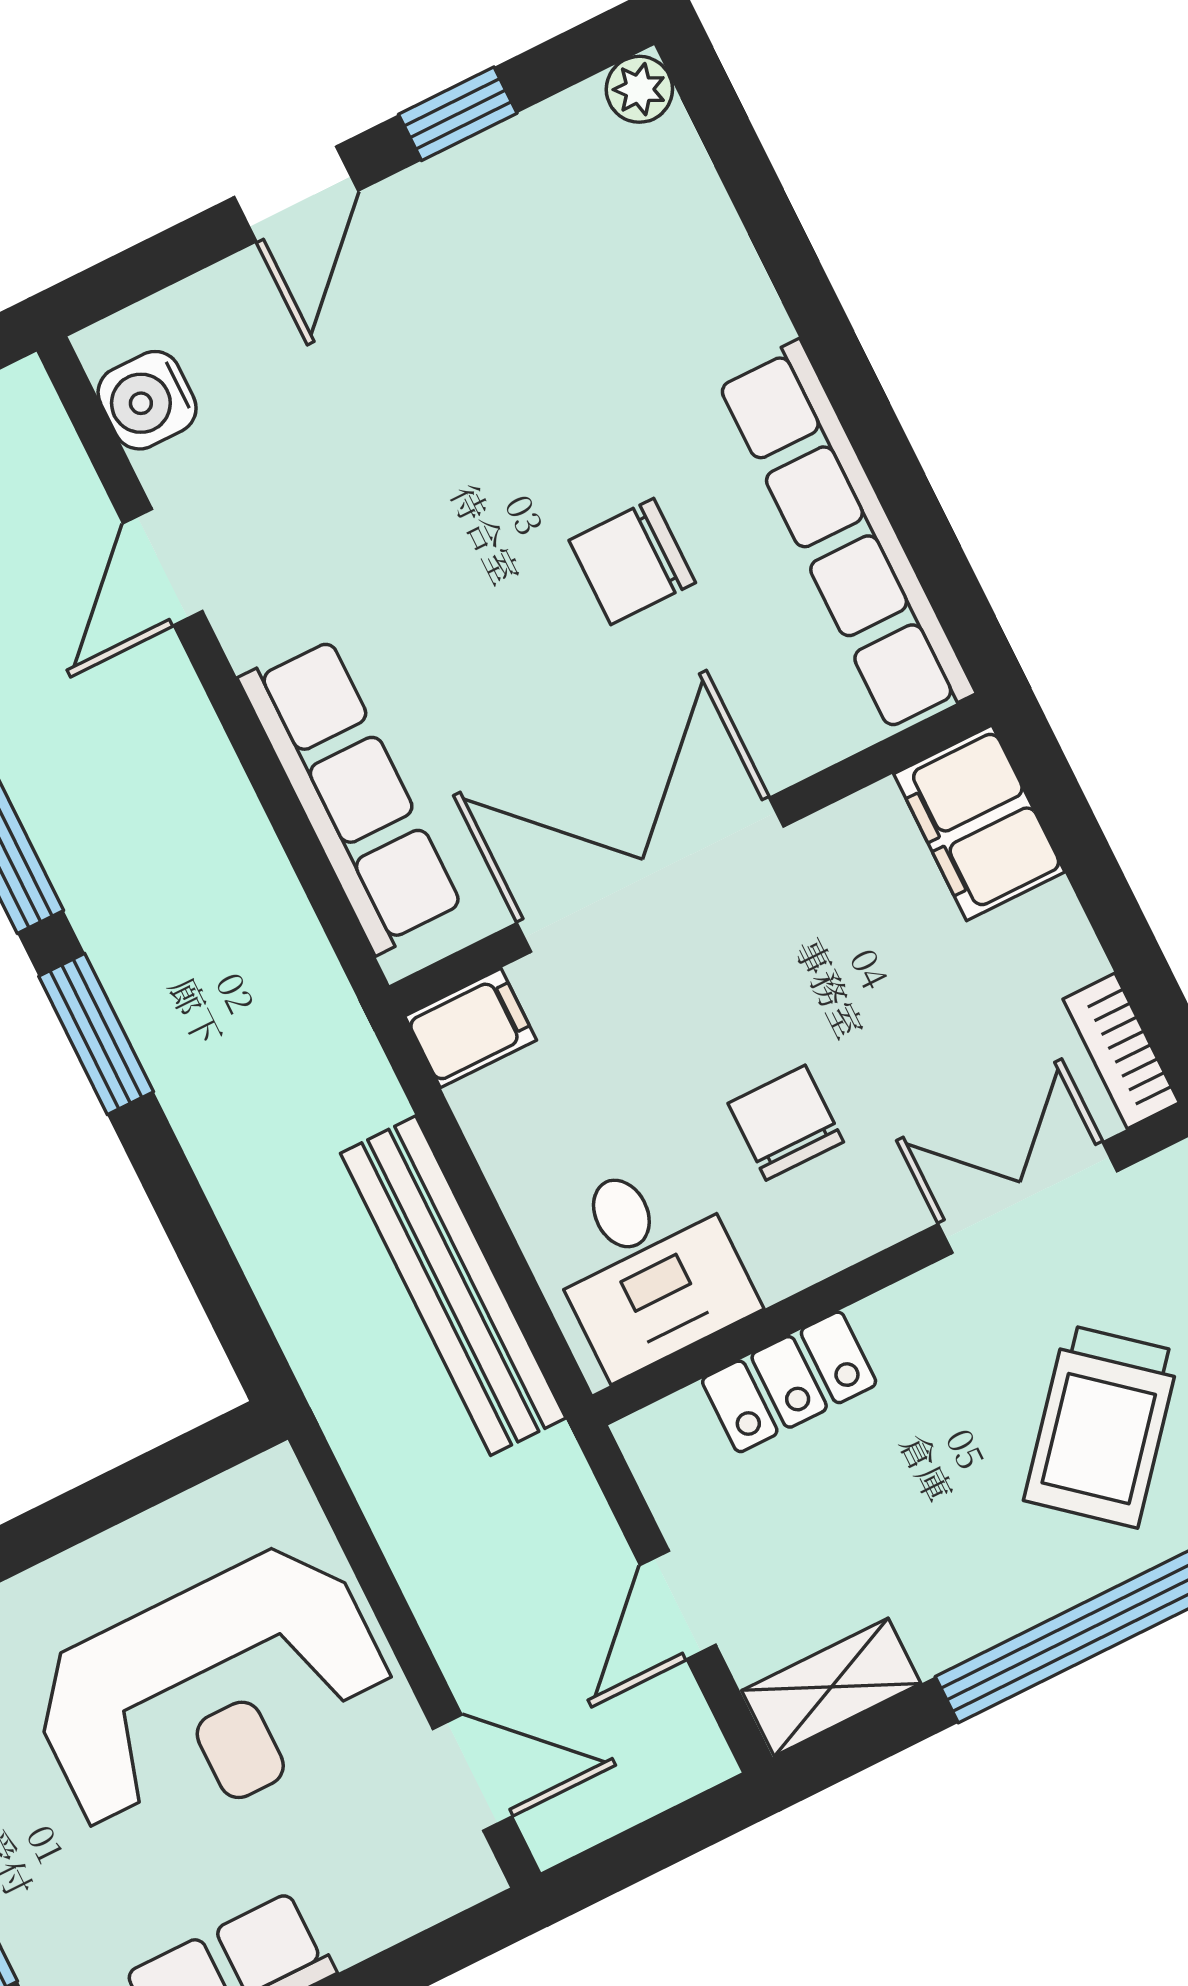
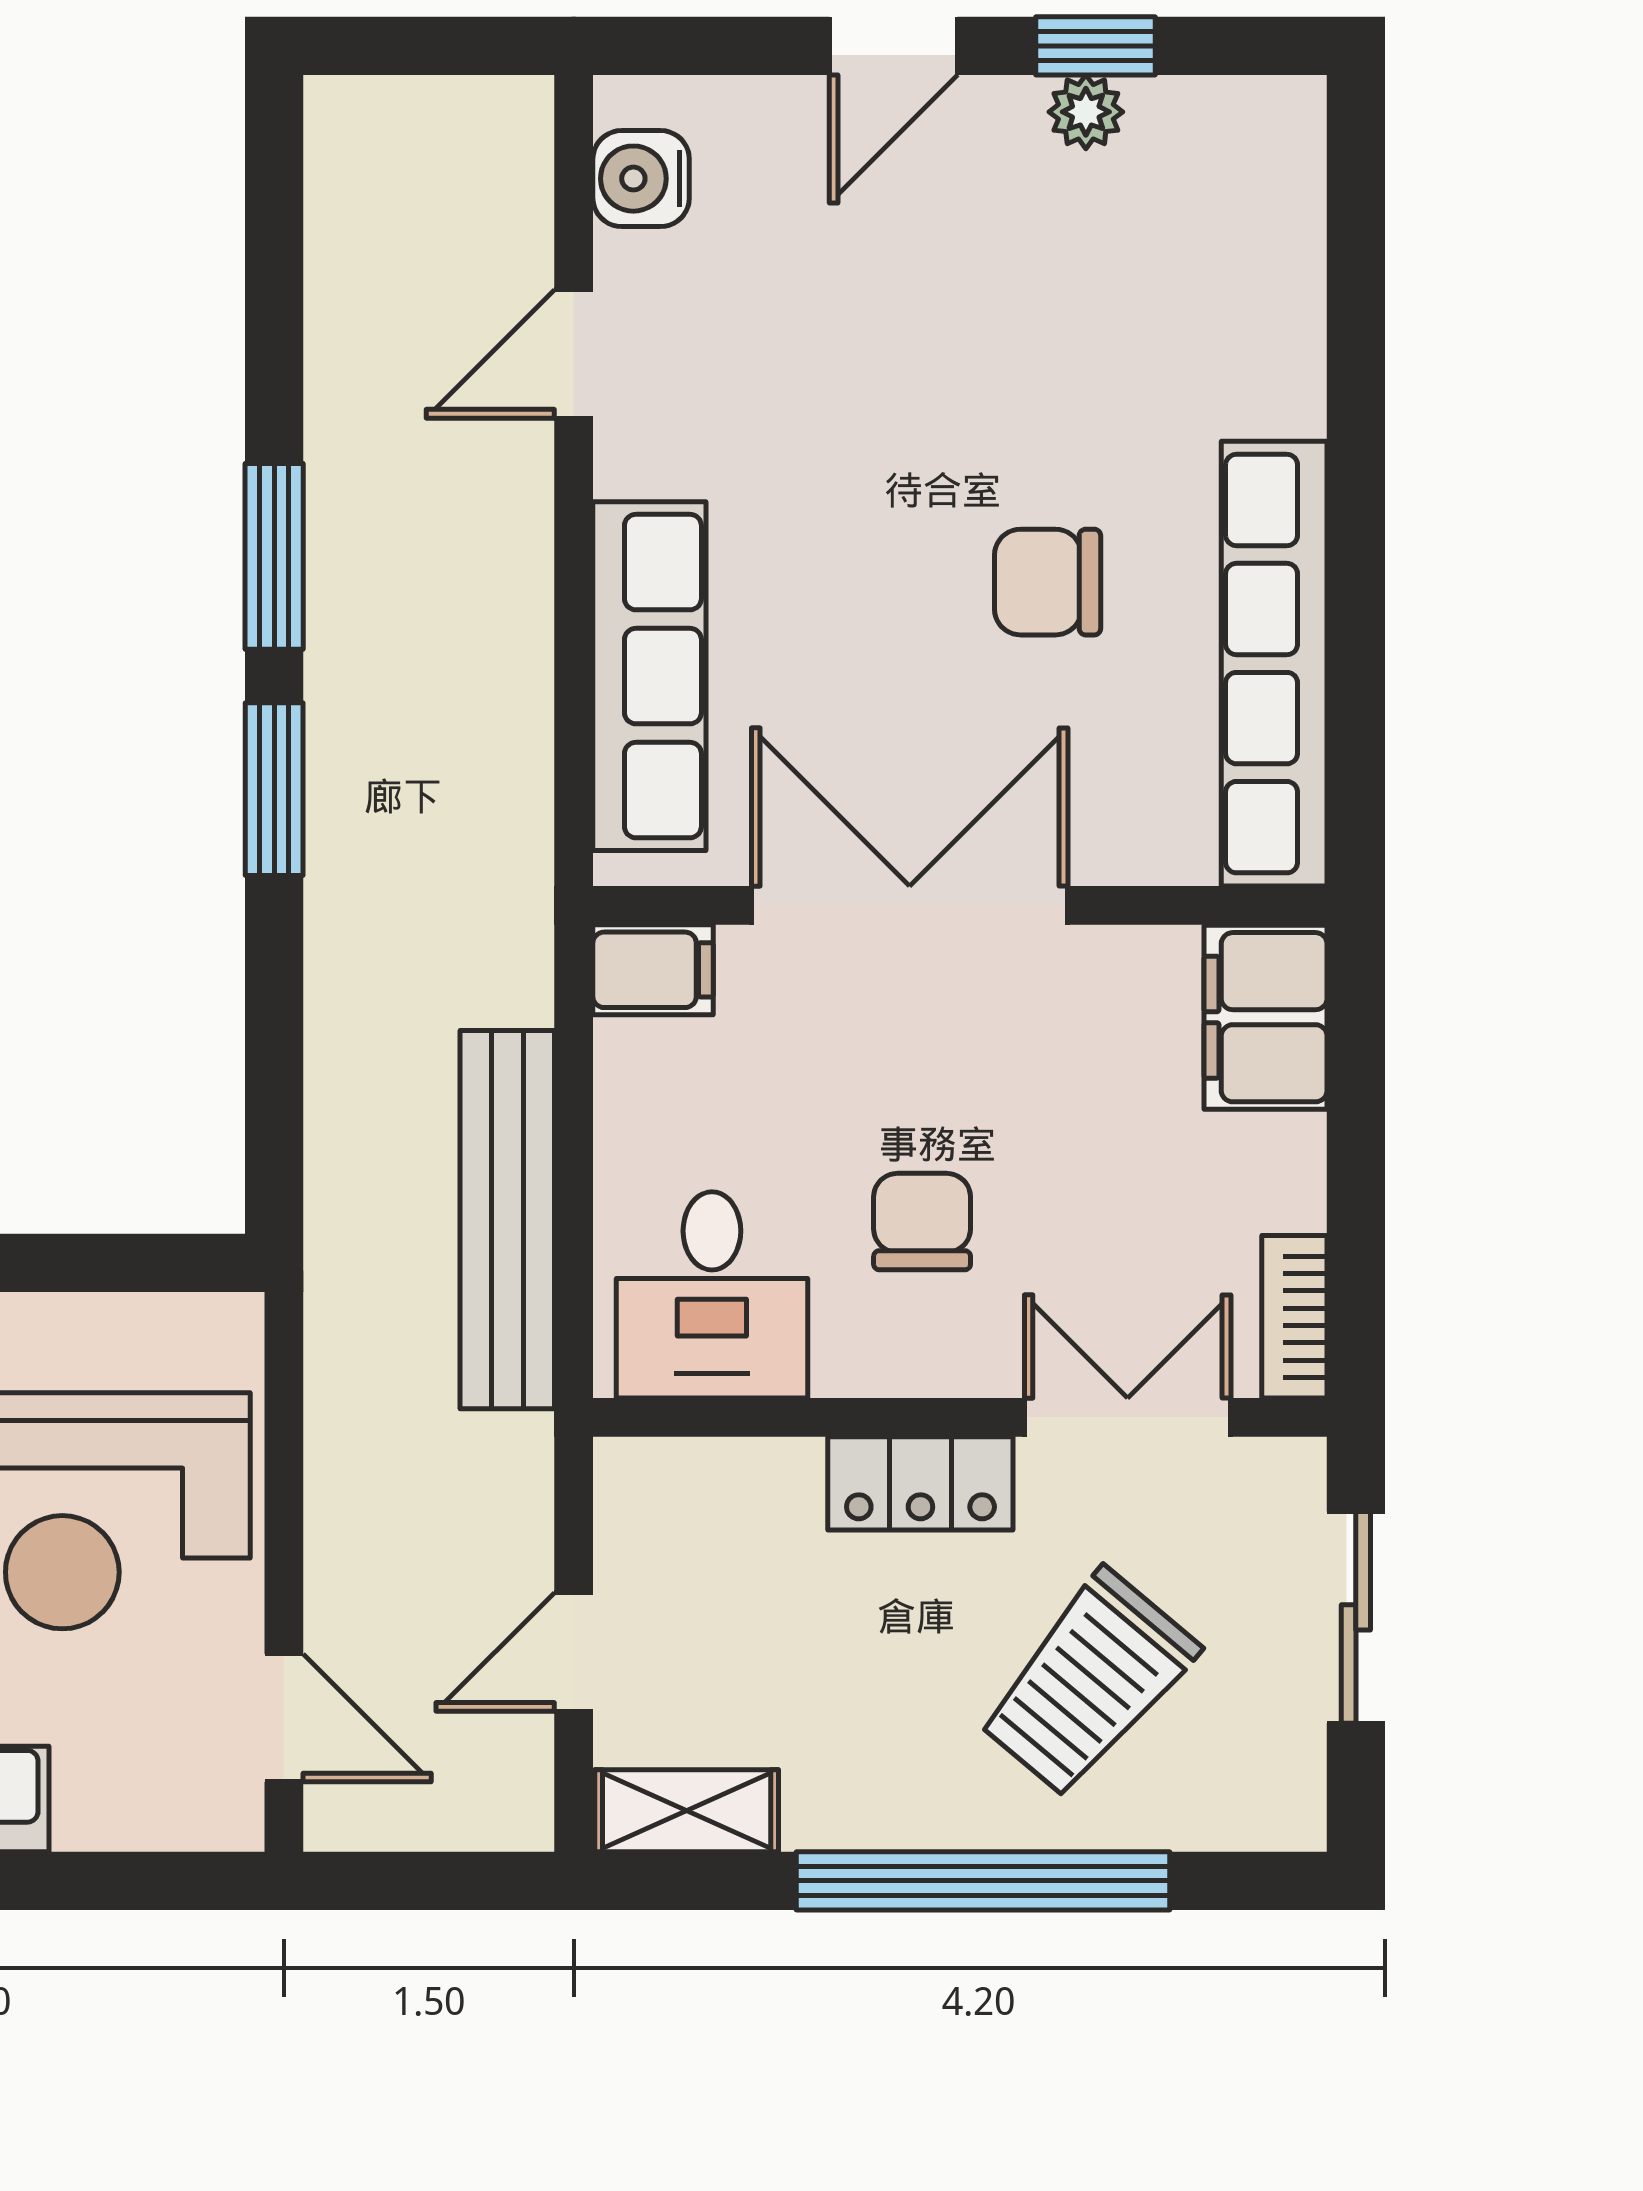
plant: (639, 89) -> (1086, 112), moved
locker: (789, 1382) -> (920, 1483), moved

